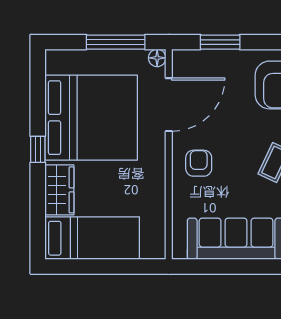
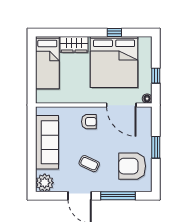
window: (116, 42) -> (156, 76), width x0.46
window: (220, 42) -> (156, 147), moved
window: (38, 149) -> (114, 32), moved

